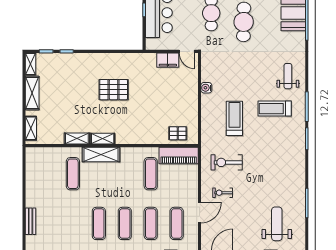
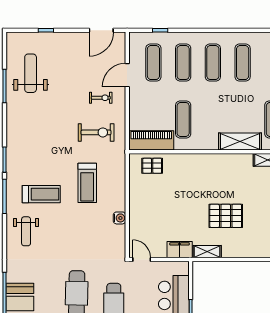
filing cabinet: (168, 60) -> (180, 250), moved
shelving: (103, 139) -> (207, 252), moved
weight bench: (277, 224) -> (31, 73), moved, turned 180

